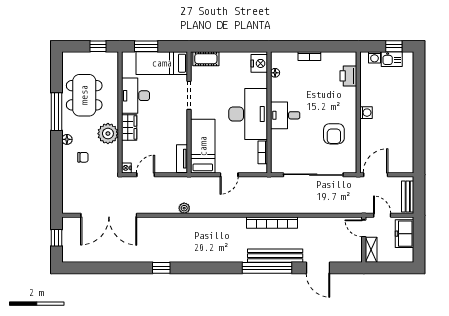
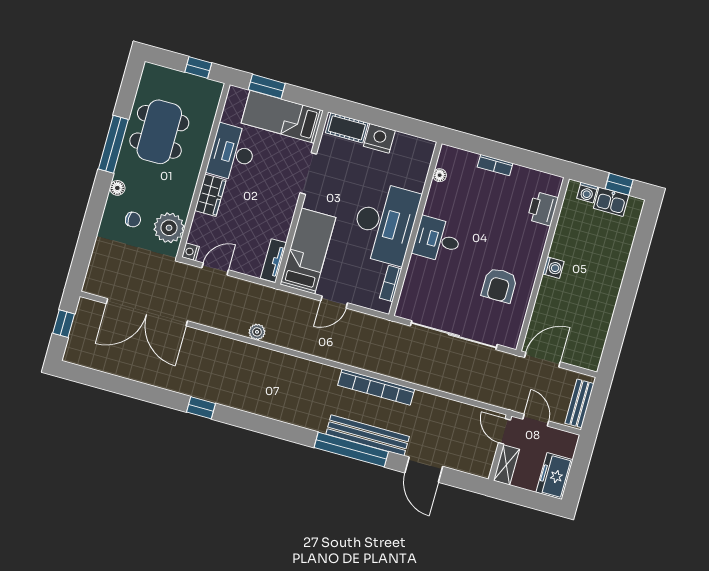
nightstand: (259, 63) -> (379, 138), moved, turned -90
plant: (108, 134) -> (169, 228), moved
freezer: (405, 234) -> (555, 476), moved

